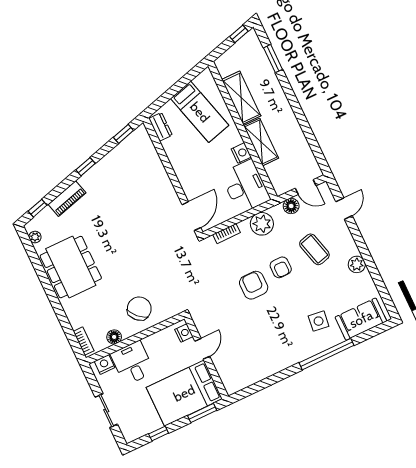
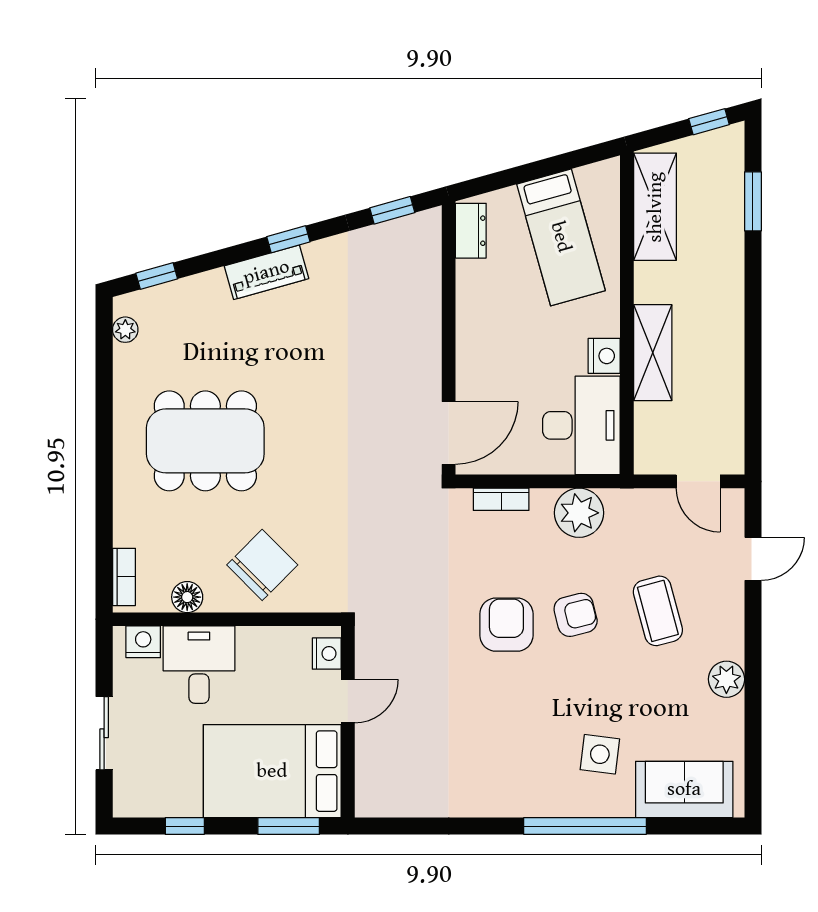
shelving: (241, 98) -> (655, 207), moved
piano: (67, 199) -> (266, 272), moved
floor lamp: (291, 206) -> (652, 505), removed
dining table: (71, 267) -> (205, 441), moved, turned 90
armchair: (281, 267) -> (576, 615), turned -104

